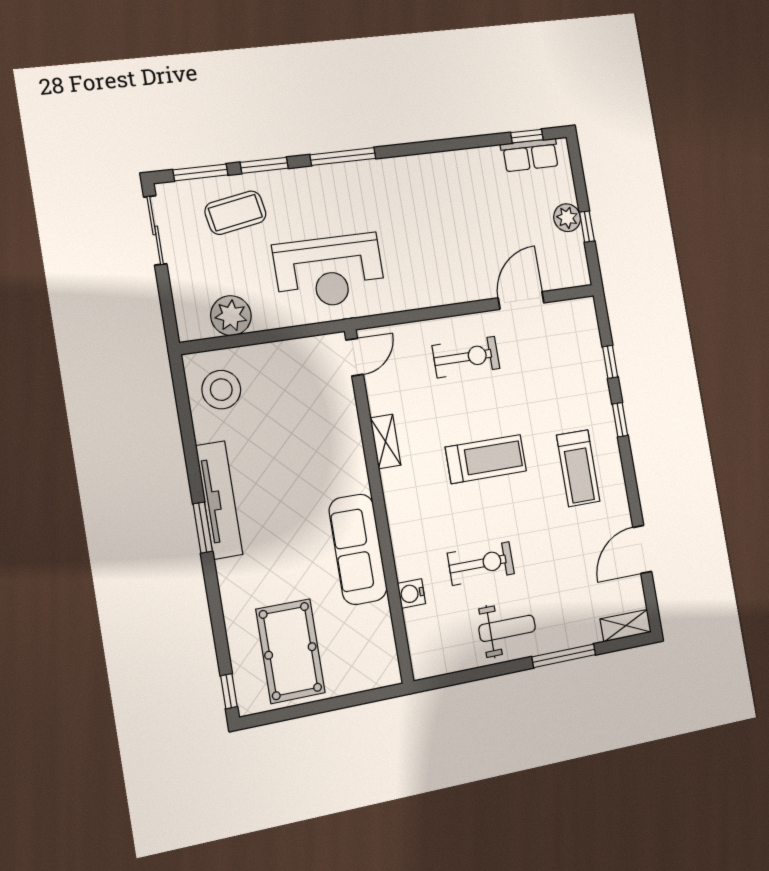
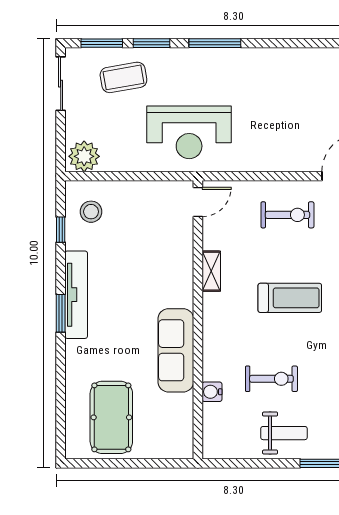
plant: (231, 316) -> (84, 156), moved
stool: (221, 390) -> (91, 212), width x0.73, depth x0.73
window: (229, 691) -> (61, 230), moved

